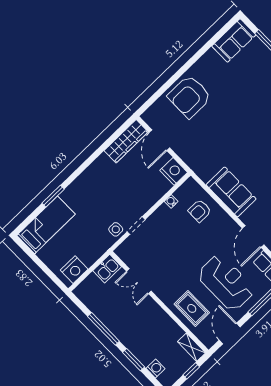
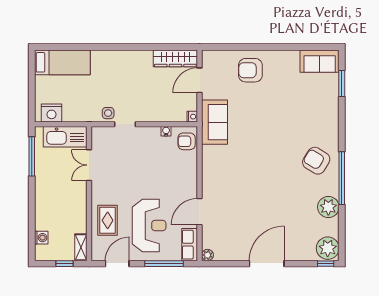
armchair: (190, 97) -> (250, 70), width x0.73, depth x0.73
nightstand: (174, 171) -> (192, 117), width x0.53, depth x0.56
sofa: (231, 192) -> (215, 122), moved
window: (53, 196) -> (87, 47), removed
armchair: (200, 211) -> (187, 141), moved
kitchen sink: (107, 269) -> (65, 137), width x1.88, depth x1.24
window: (103, 329) -> (32, 156), moved
window: (133, 360) -> (32, 216), removed

